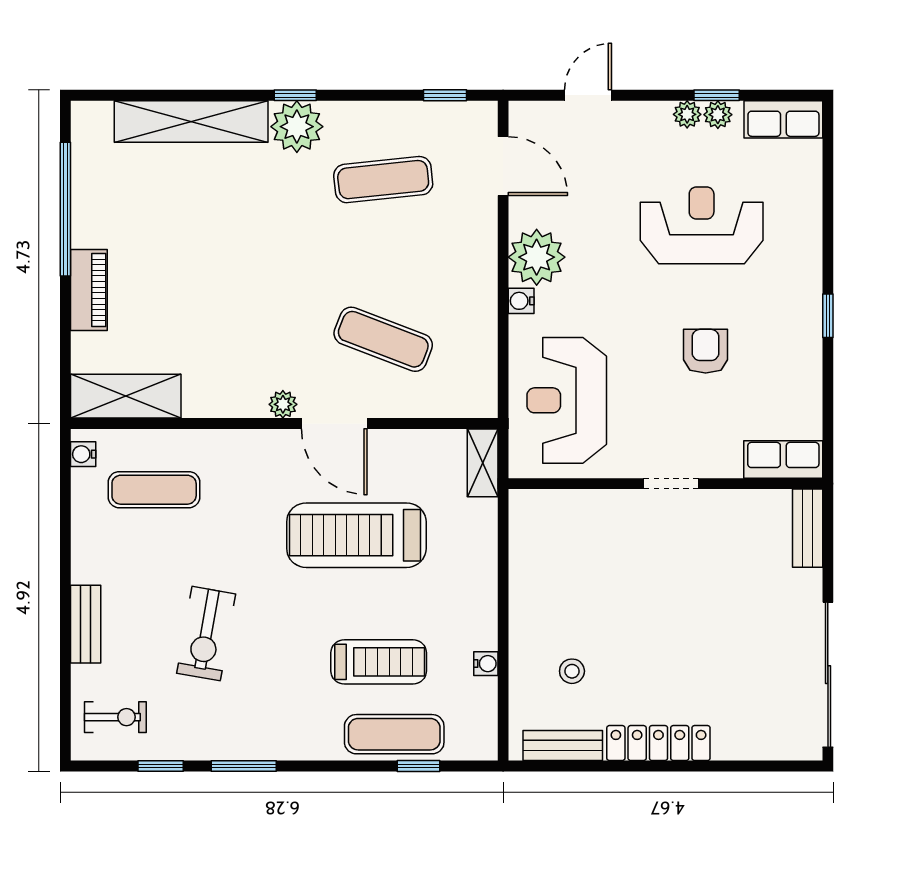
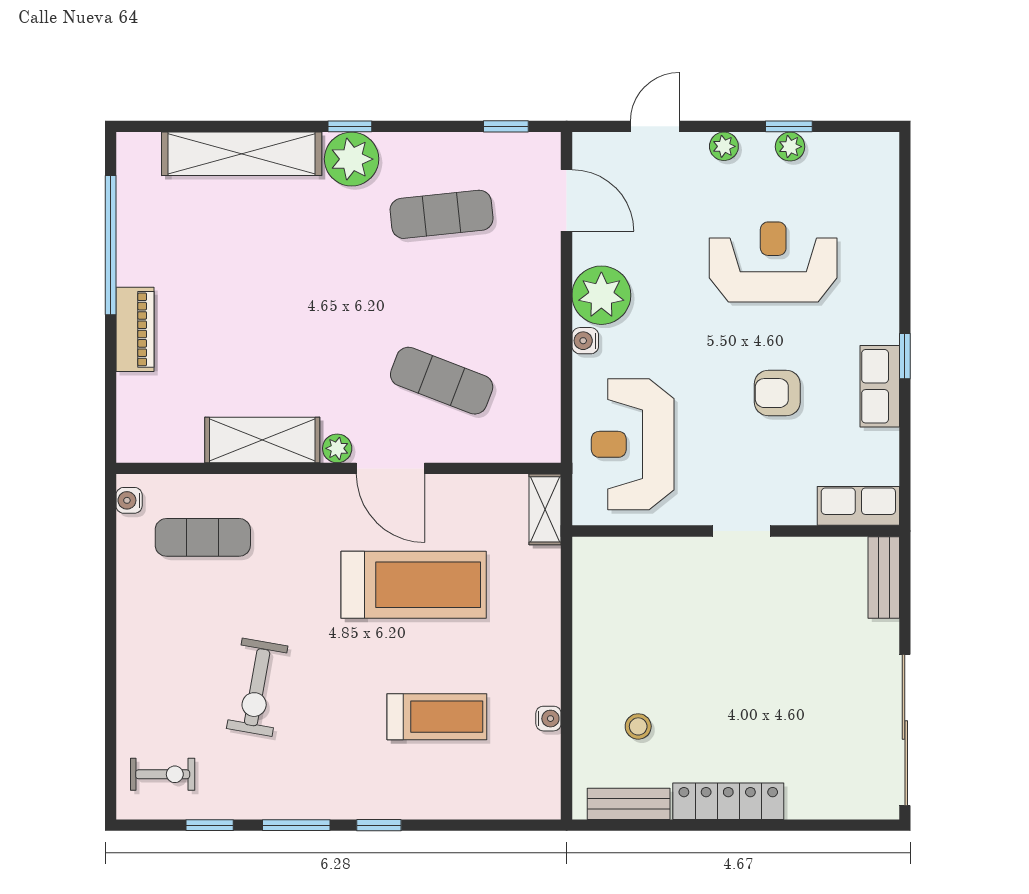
plant: (687, 114) -> (724, 146), moved
row of seats: (783, 119) -> (880, 386), moved, turned 90
armchair: (706, 351) -> (777, 393), turned -90
shelving: (126, 396) -> (262, 440), moved
treadmill: (356, 535) -> (414, 585), turned 180
bench: (86, 624) -> (132, 677), removed
exercise mat: (394, 734) -> (453, 792), removed
window: (419, 766) -> (379, 825), moved

